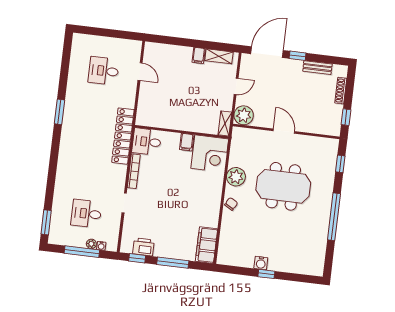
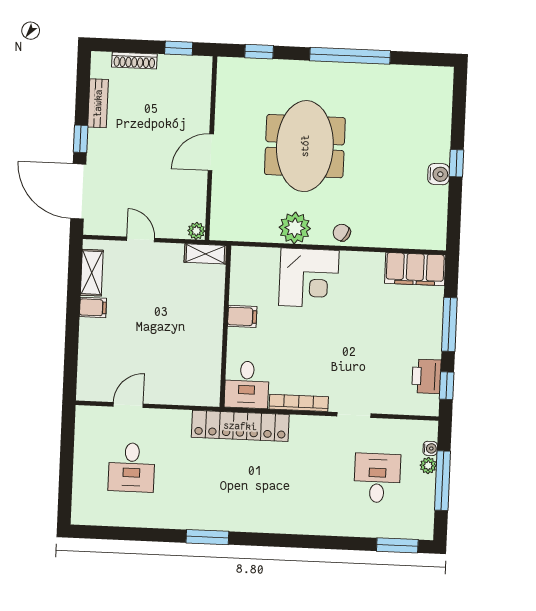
plant: (244, 115) -> (196, 231), width x0.53, depth x0.53
corner desk: (210, 154) -> (309, 278), moved, turned 90
desk: (86, 214) -> (377, 478), turned 180

